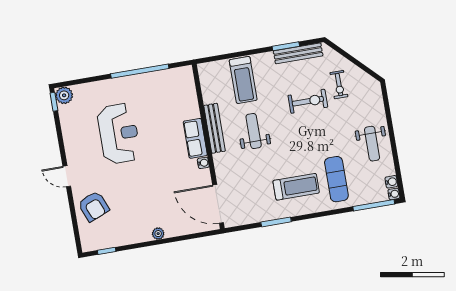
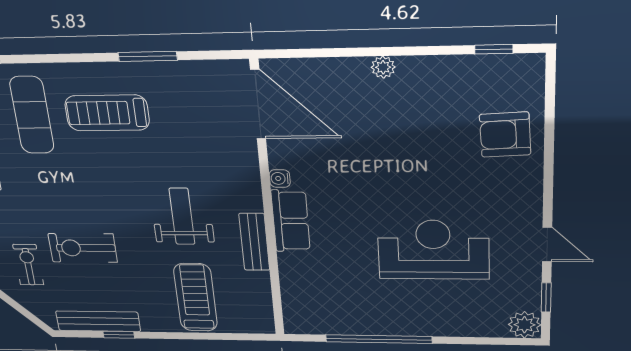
window: (286, 46) -> (119, 335), width x0.67
window: (54, 102) -> (546, 297), moved
bench: (215, 128) -> (254, 242), width x0.73
weight bench: (254, 131) -> (182, 216), turned 180
reception desk: (119, 134) -> (433, 250), turned 90
door: (67, 176) -> (547, 244), moved
armchair: (94, 206) -> (505, 135), turned -71

